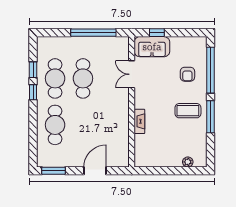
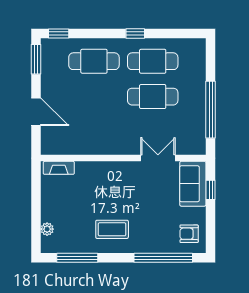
window: (33, 70) -> (59, 33), moved
armchair: (187, 74) -> (189, 234), moved
coffee table: (188, 111) -> (112, 229), turned 90
window: (211, 117) -> (77, 258), moved
fireplace: (139, 121) -> (59, 168), moved

